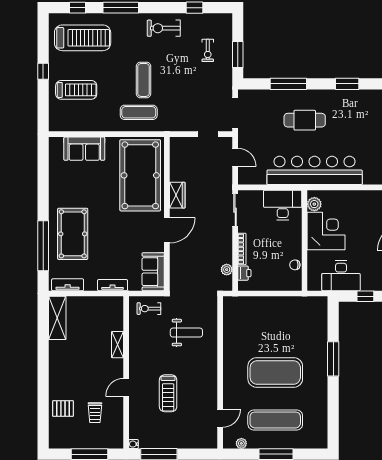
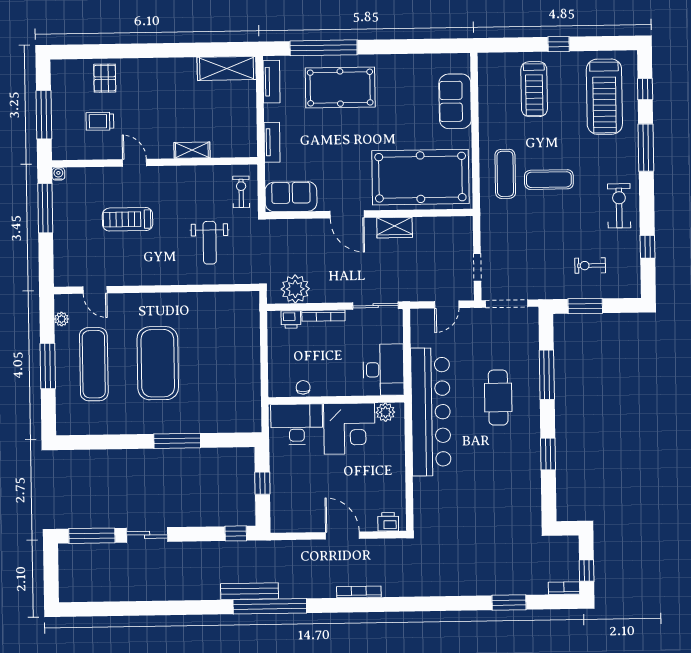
plant: (227, 270) -> (295, 289), width x1.87, depth x1.87
desk: (341, 276) -> (297, 424), moved, turned 90

